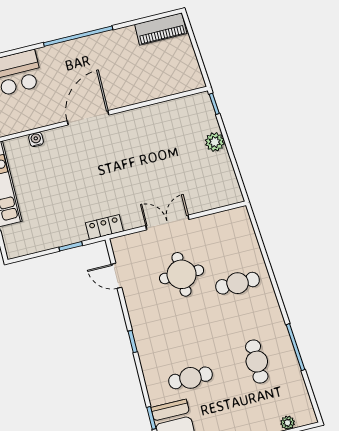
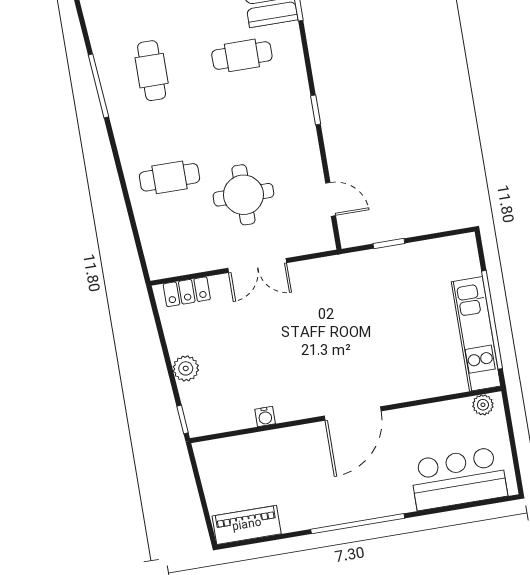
water cooler: (36, 139) -> (265, 417), moved
locker: (104, 227) -> (187, 292), moved

